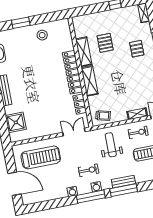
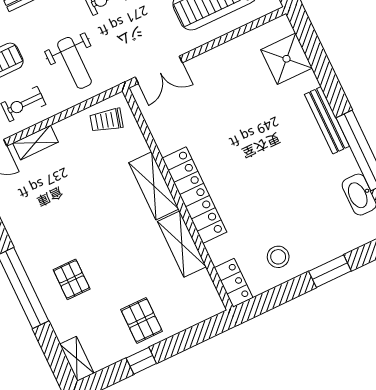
pallet: (105, 43) -> (142, 320), moved
locker: (80, 104) -> (234, 283), moved

